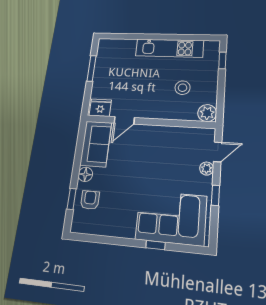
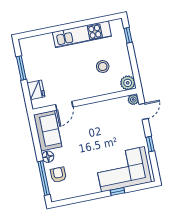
fridge: (100, 108) -> (36, 90), moved, turned 90
plant: (207, 168) -> (133, 100), moved
window: (72, 199) -> (44, 178), width x2.17

